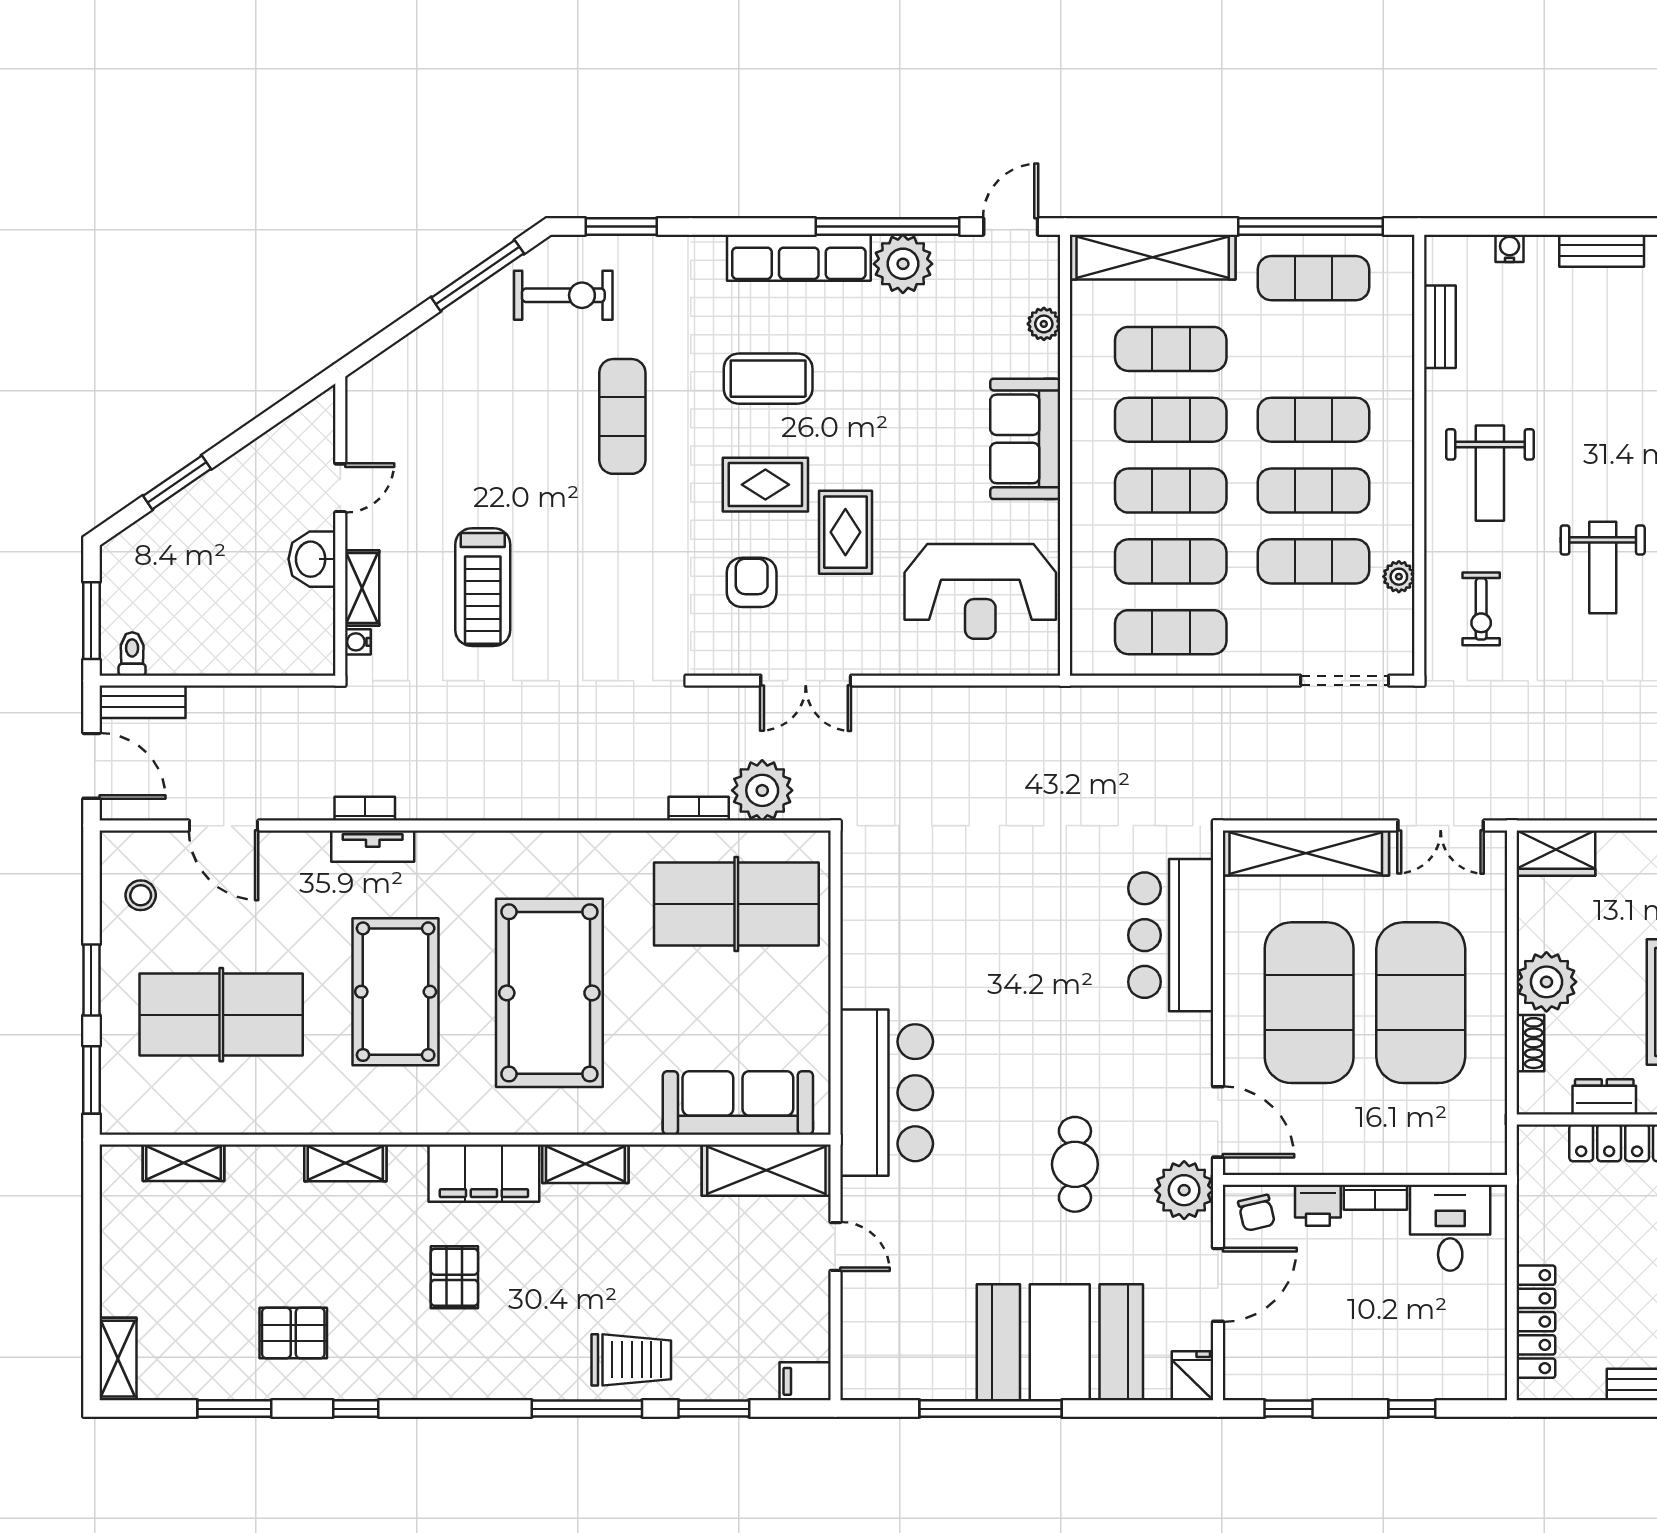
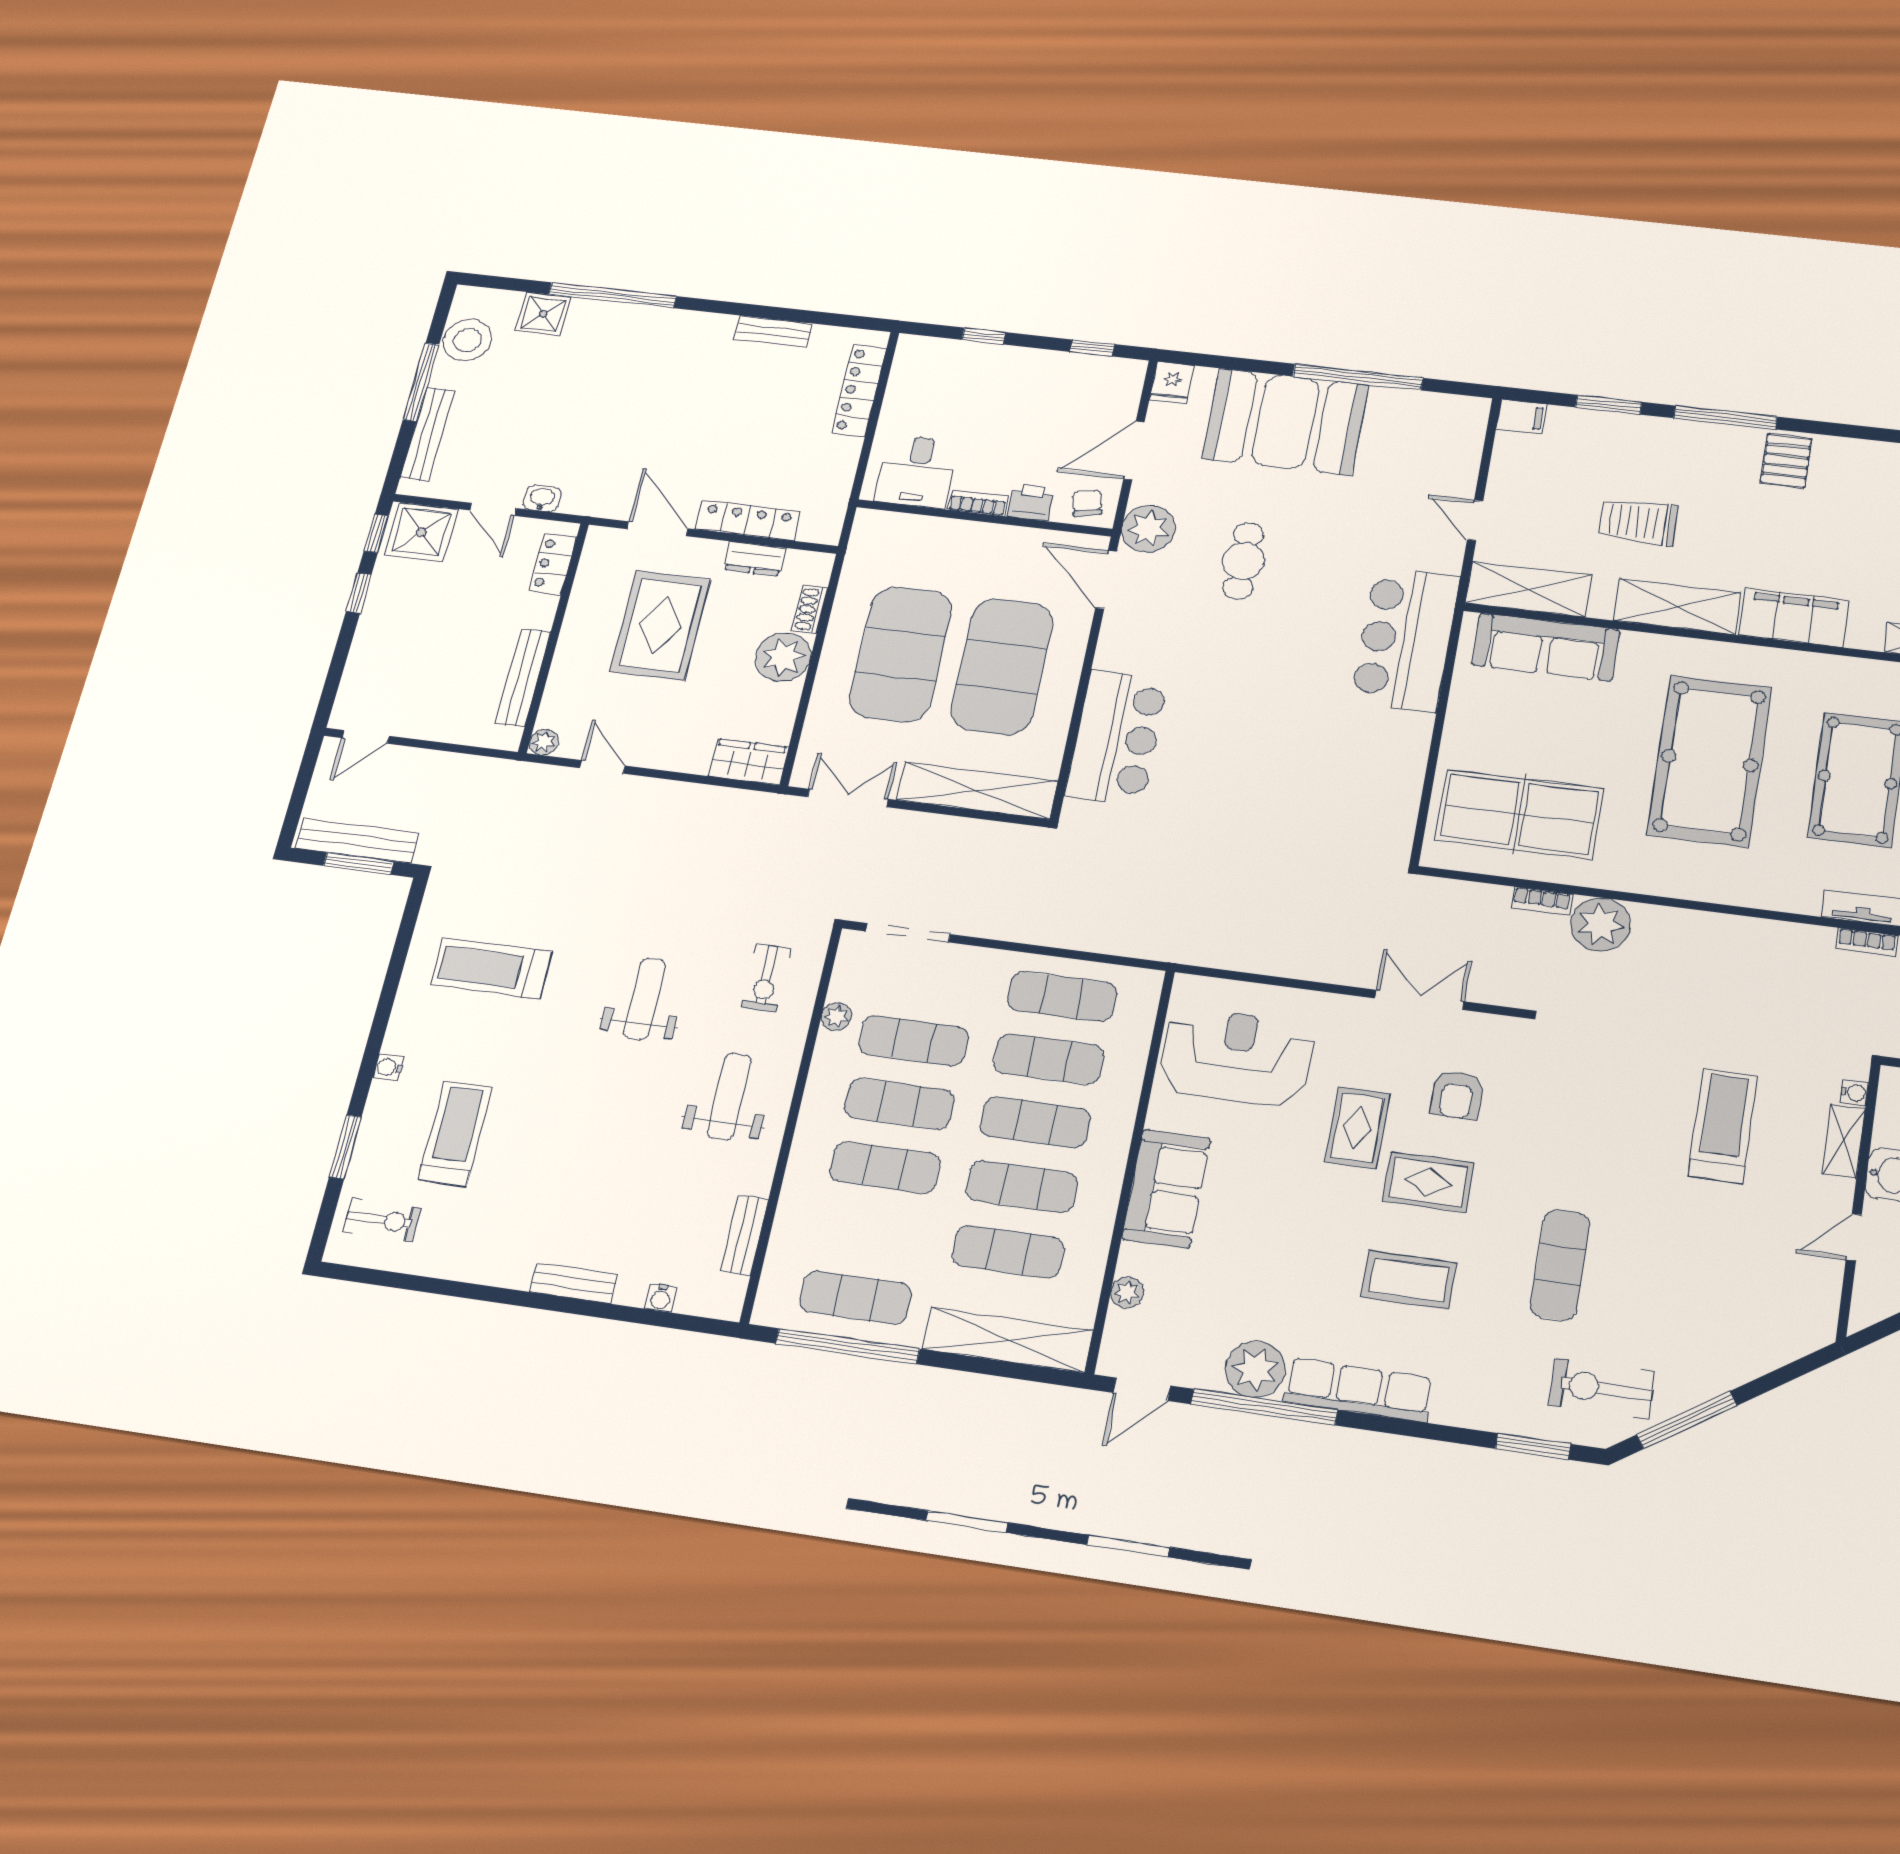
exercise bike: (1481, 609) -> (766, 978), turned 180
plant: (762, 790) -> (1600, 925), moved
shelving: (585, 1164) -> (1677, 607), width x1.50, depth x1.33
pallet: (454, 1277) -> (1786, 461), moved
trolley: (631, 1360) -> (1638, 522), moved

